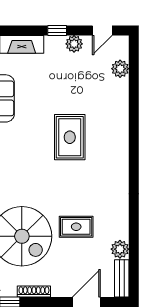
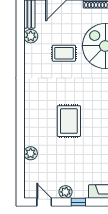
door: (102, 30) -> (44, 202), hinge flipped
plant: (120, 69) -> (31, 153), moved

